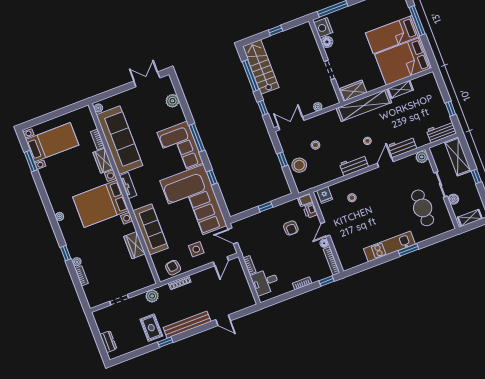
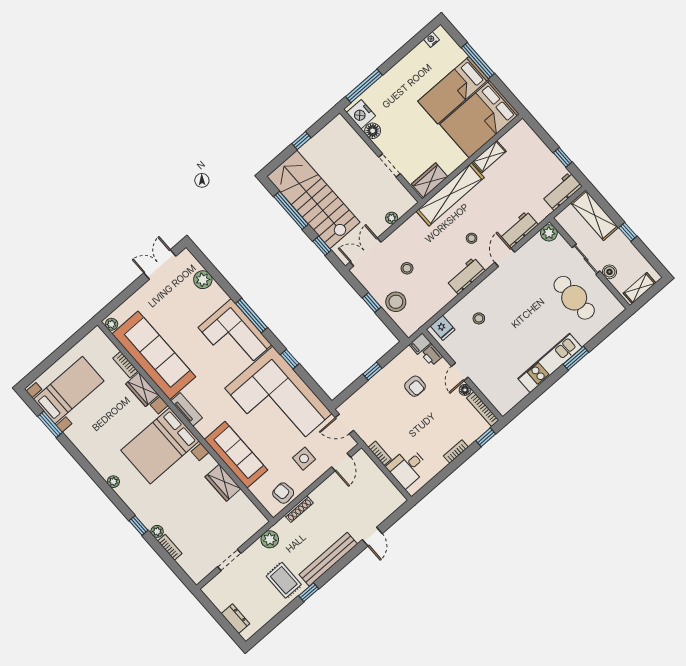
stairs: (261, 67) -> (313, 199), width x1.36, depth x1.51
door: (223, 320) -> (372, 537), hinge flipped

